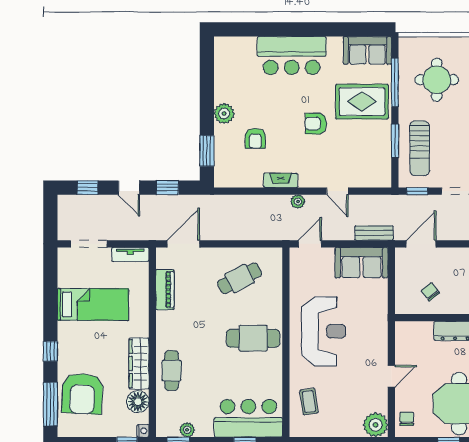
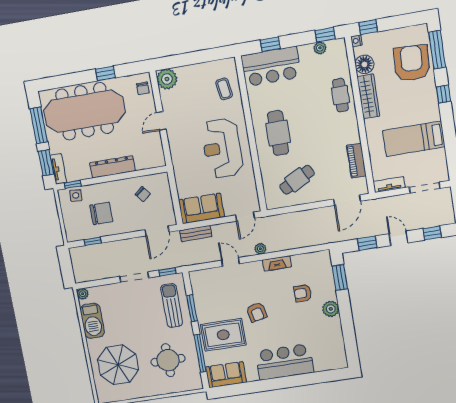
armchair: (316, 124) -> (257, 312), turned 78
armchair: (255, 138) -> (303, 293), turned -90
cafe table: (253, 338) -> (278, 133), turned 90

